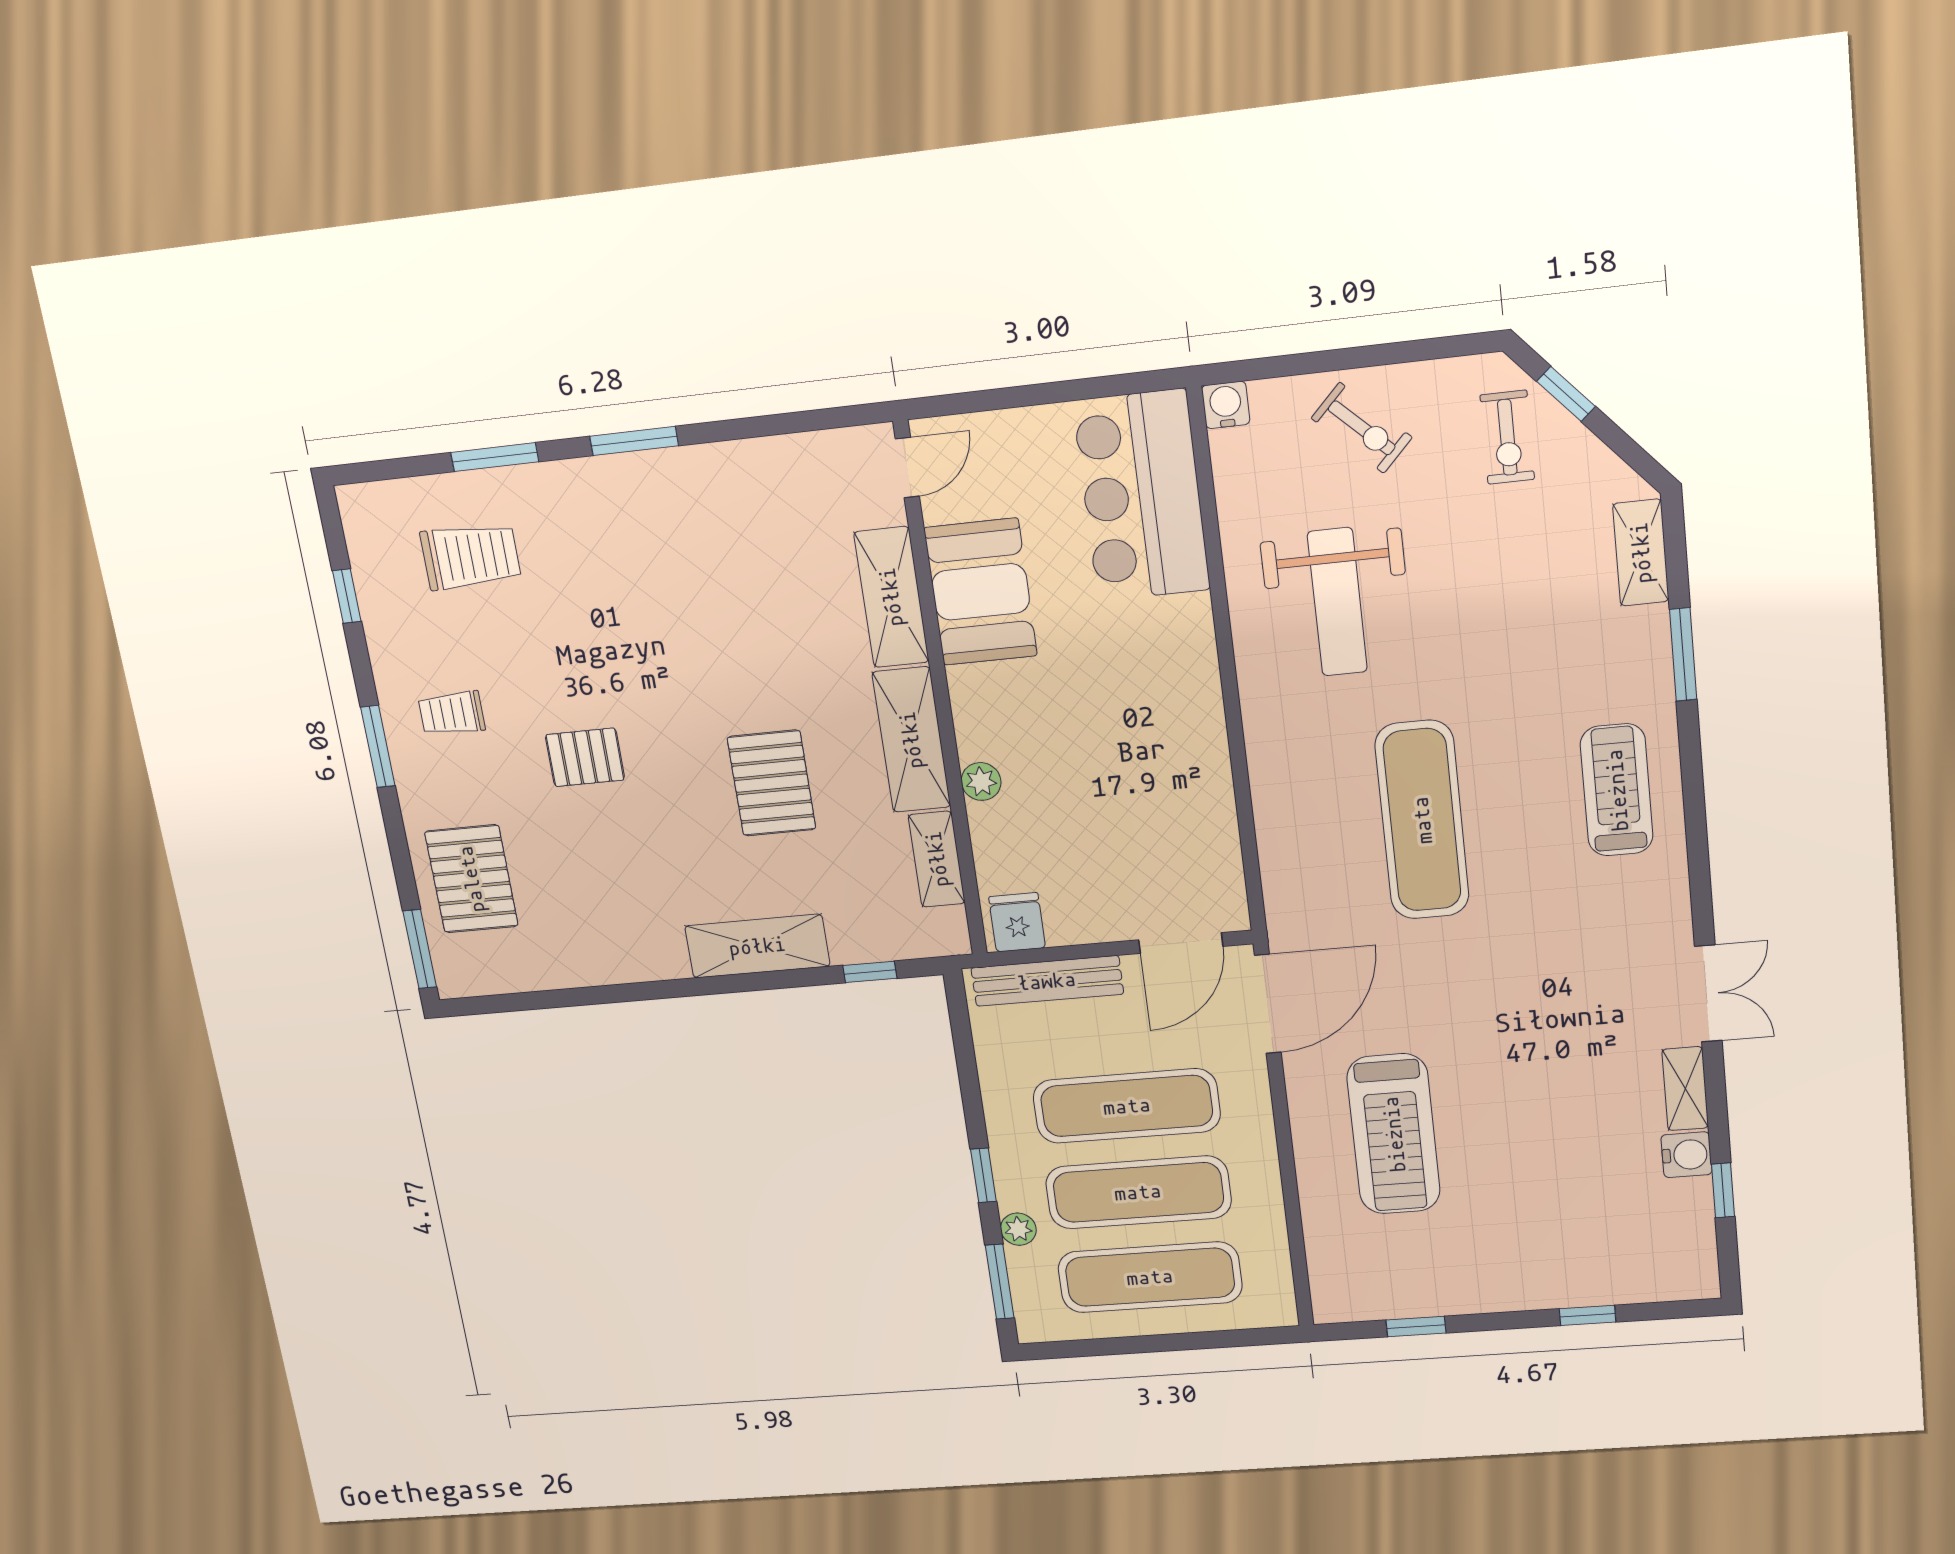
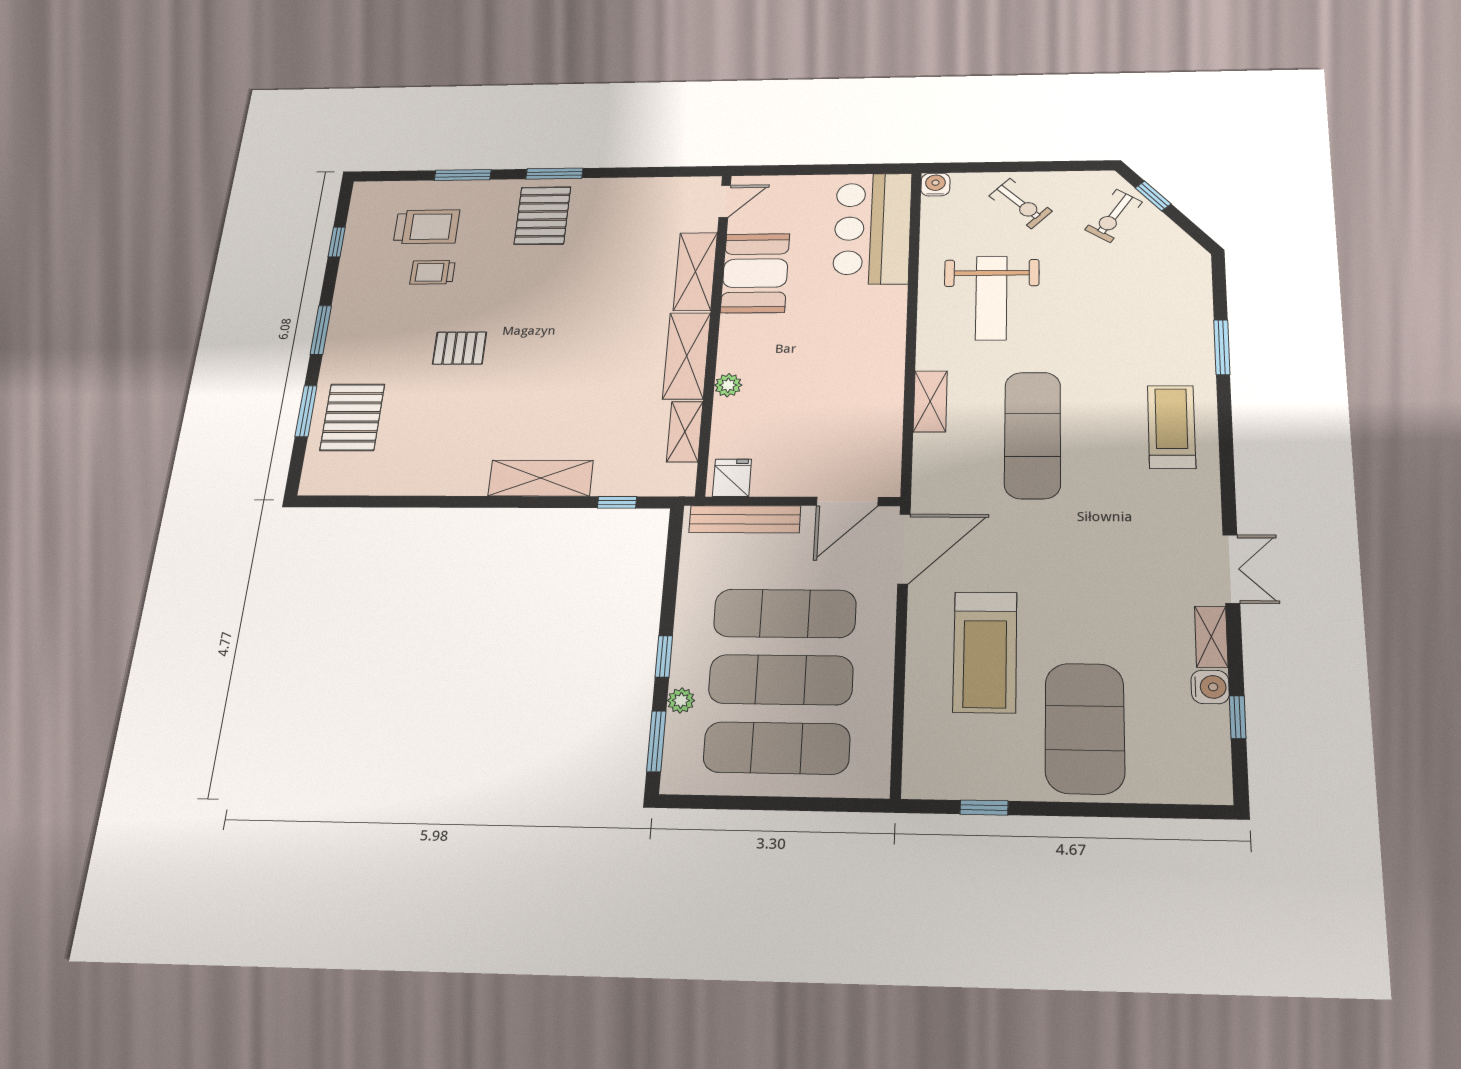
exercise bike: (1507, 437) -> (1114, 216), turned 33
shelving: (1641, 553) -> (930, 401), moved
trolley: (452, 713) -> (433, 272), moved
pallet: (772, 783) -> (542, 216), moved
window: (420, 949) -> (306, 411), moved
exercise mat: (1531, 1220) -> (1085, 728), added
window: (1588, 1315) -> (1124, 810), removed

